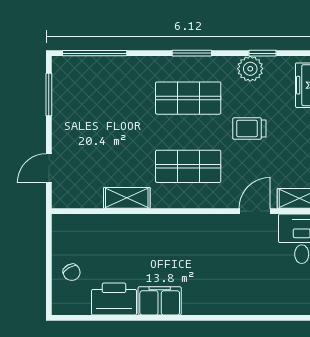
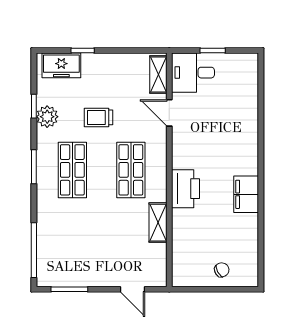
trolley: (249, 129) -> (98, 117), turned 90
printer: (114, 299) -> (185, 189), moved, turned 180

